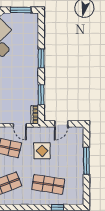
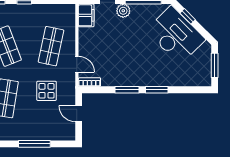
window: (41, 95) -> (127, 90), moved
door: (20, 125) -> (77, 64), swing flipped

